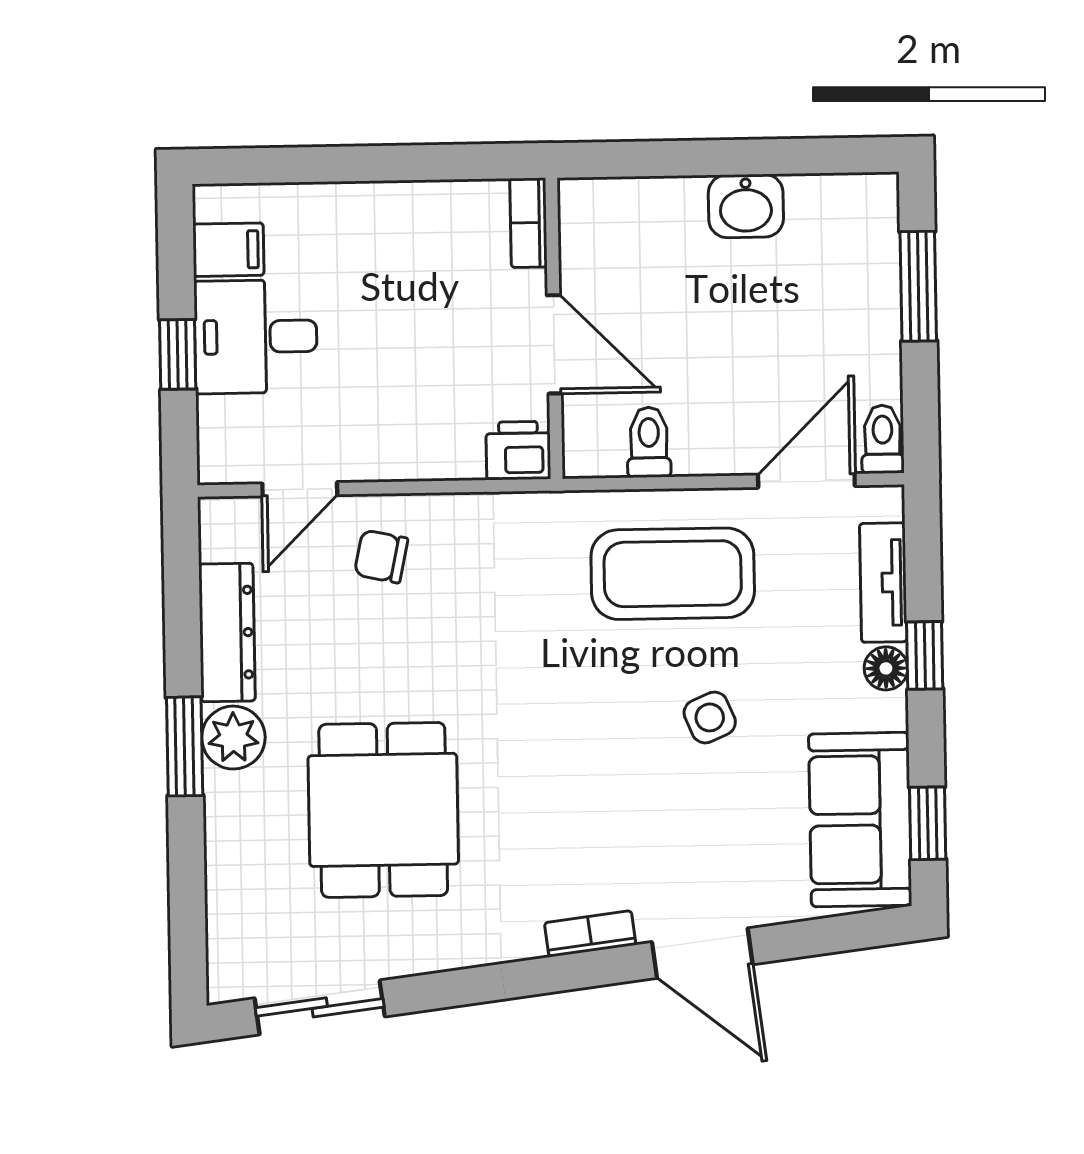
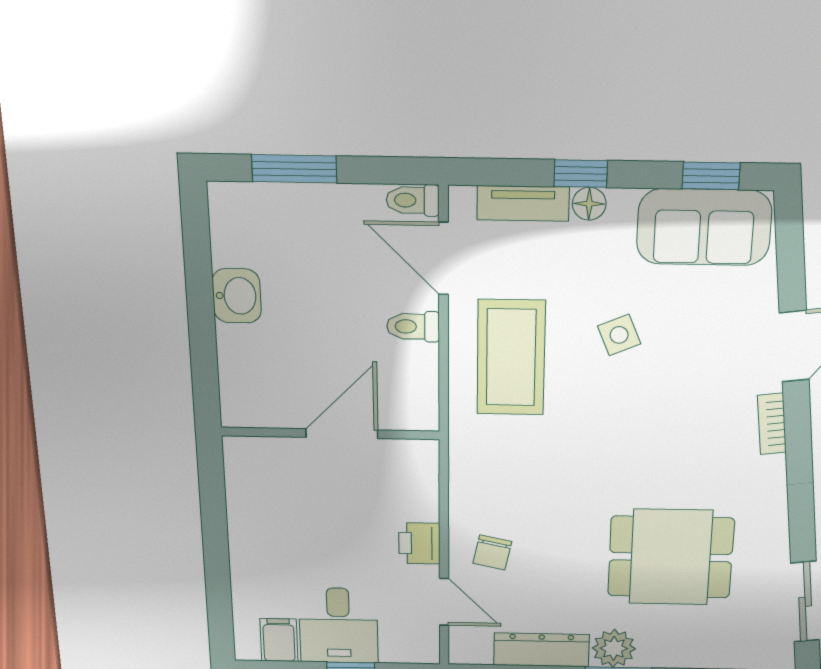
bookcase: (528, 223) -> (254, 448), removed
toilet: (649, 442) -> (413, 327), moved
printer: (518, 451) -> (419, 543), moved

